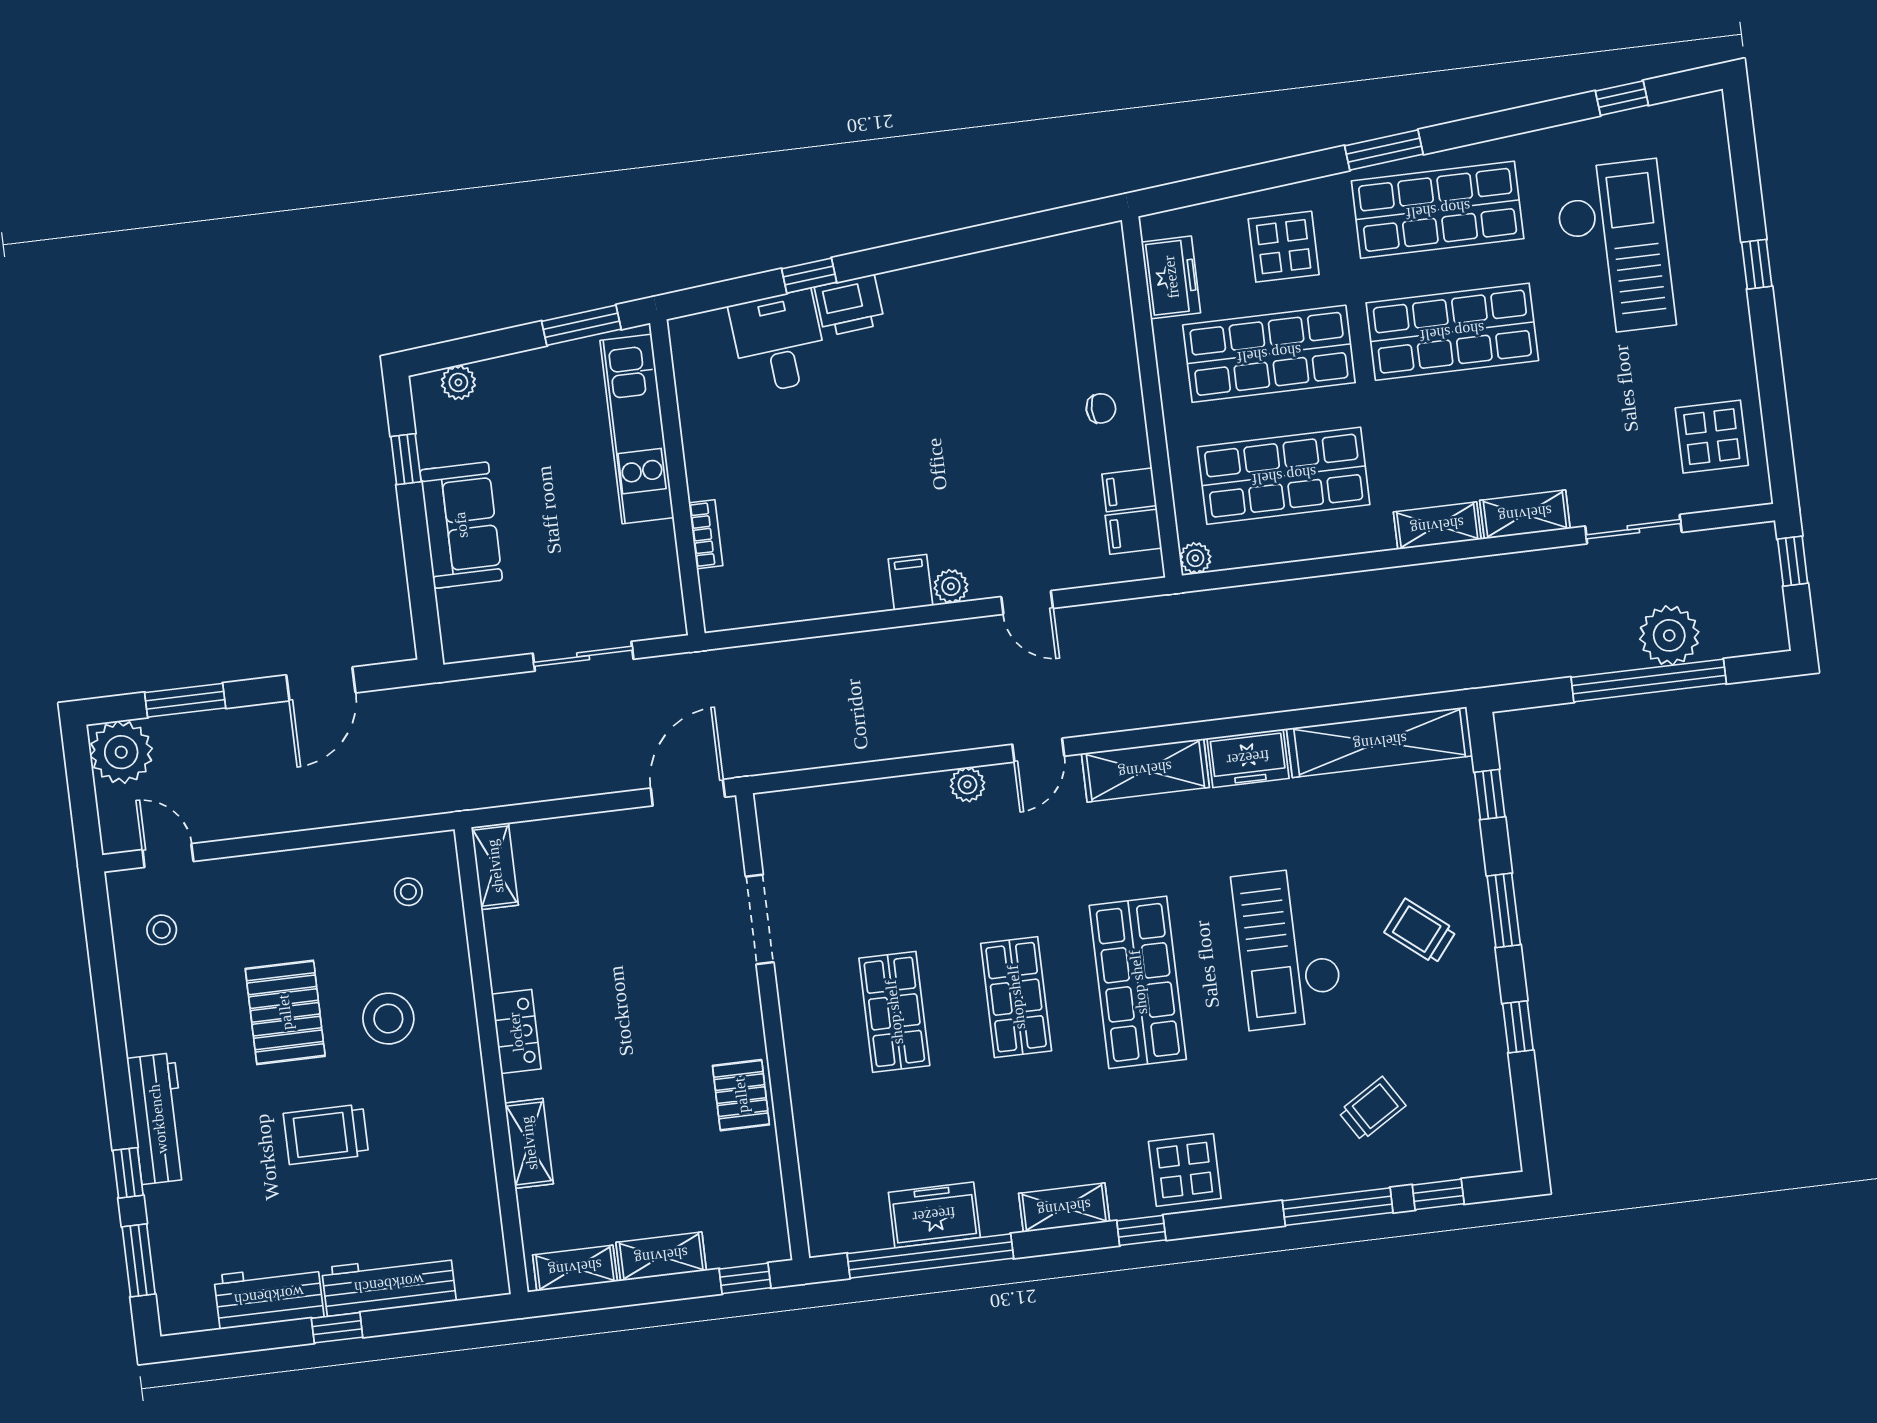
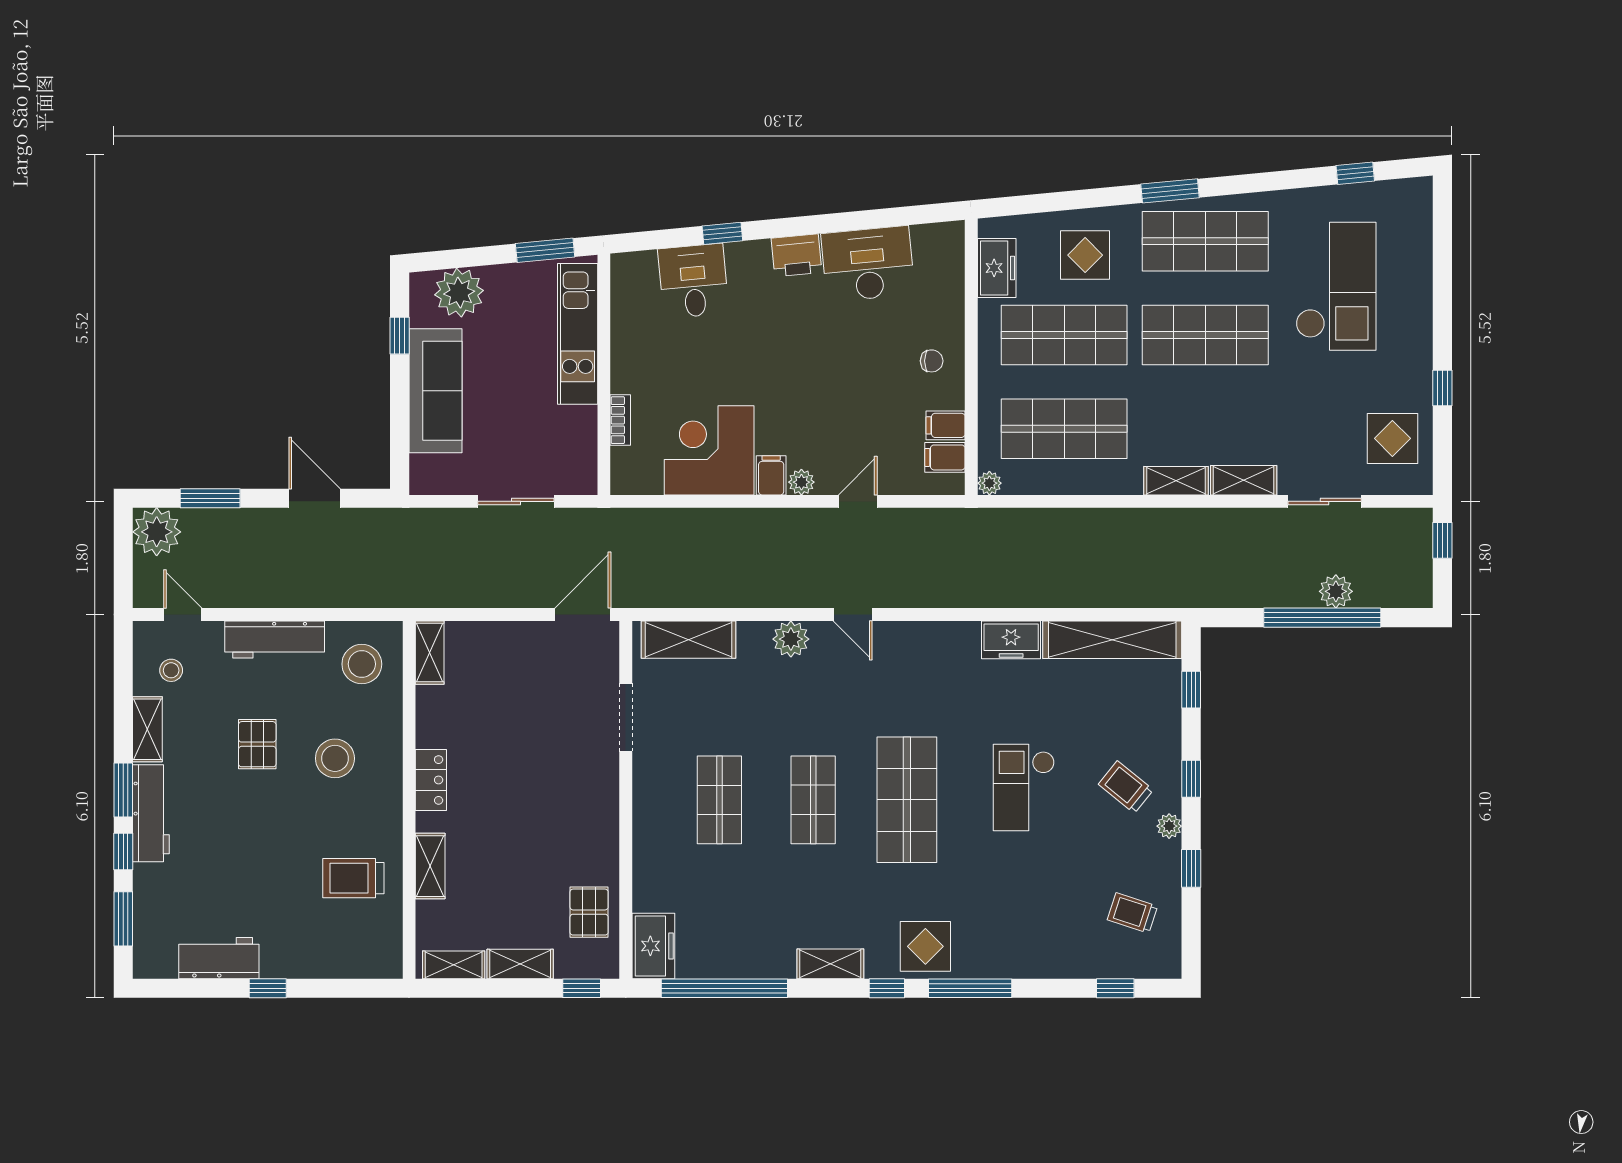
window: (1757, 264) -> (1442, 388), moved
desk: (1003, 292) -> (868, 264), added
printer: (850, 305) -> (796, 255), moved
plant: (458, 382) -> (459, 293), width x1.88, depth x1.88
sofa: (461, 525) -> (435, 391), width x1.36
corner desk: (826, 560) -> (709, 450), added
door: (1027, 603) -> (858, 501), swing flipped
plant: (1669, 635) -> (1336, 591), width x0.73, depth x0.73
door: (321, 684) -> (315, 498), swing flipped
door: (1038, 750) -> (853, 614), hinge flipped
shelving: (1145, 770) -> (689, 640), moved
plant: (968, 785) -> (791, 639), width x1.38, depth x1.38
stool: (408, 892) -> (362, 664), width x1.89, depth x1.89
window: (1504, 910) -> (1191, 779), width x0.67
checkout: (1288, 948) -> (1024, 788), width x0.73, depth x0.83
plant: (1483, 975) -> (1169, 826), added
shelving: (140, 1010) -> (147, 729), added
pallet: (285, 1012) -> (257, 744), width x0.67, depth x0.71
window: (118, 1093) -> (123, 790), added
pallet: (741, 1095) -> (589, 912), moved
trolley: (1372, 1109) -> (1132, 913), moved, turned -130
trolley: (326, 1134) -> (353, 878), moved
window: (1338, 1207) -> (970, 988), moved
freezer: (934, 1215) -> (653, 946), moved, turned 90
workbench: (389, 1284) -> (275, 639), moved, turned 180

